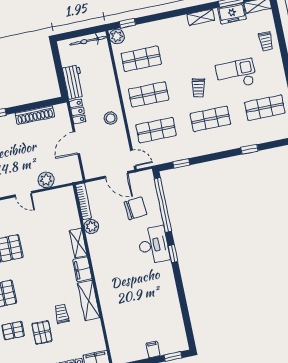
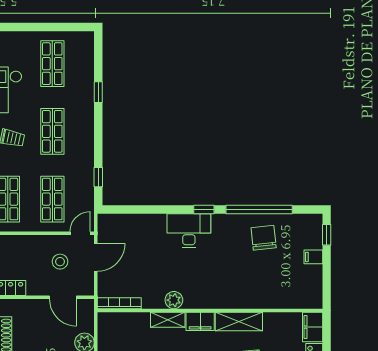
stool: (111, 118) -> (60, 262), moved
door: (76, 143) -> (63, 297), moved
window: (163, 205) -> (259, 209), moved
chair: (135, 208) -> (264, 238), moved
plant: (91, 226) -> (174, 300), moved

